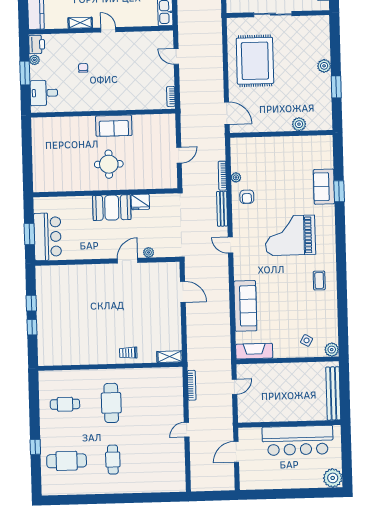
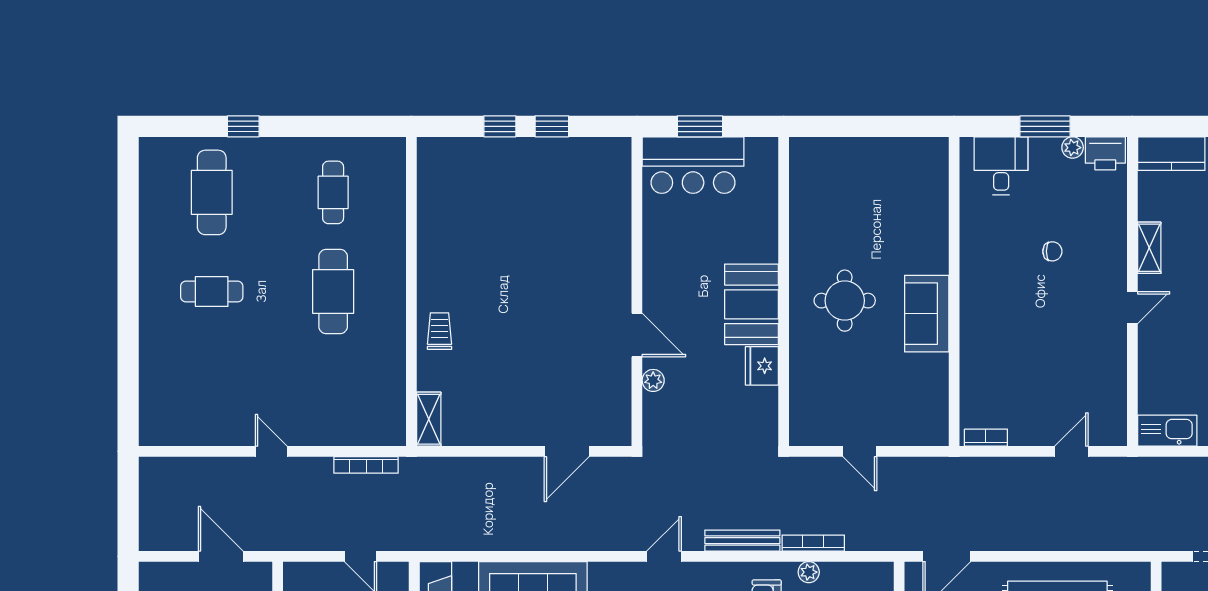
cafe table: (111, 403) -> (333, 292), turned 90

